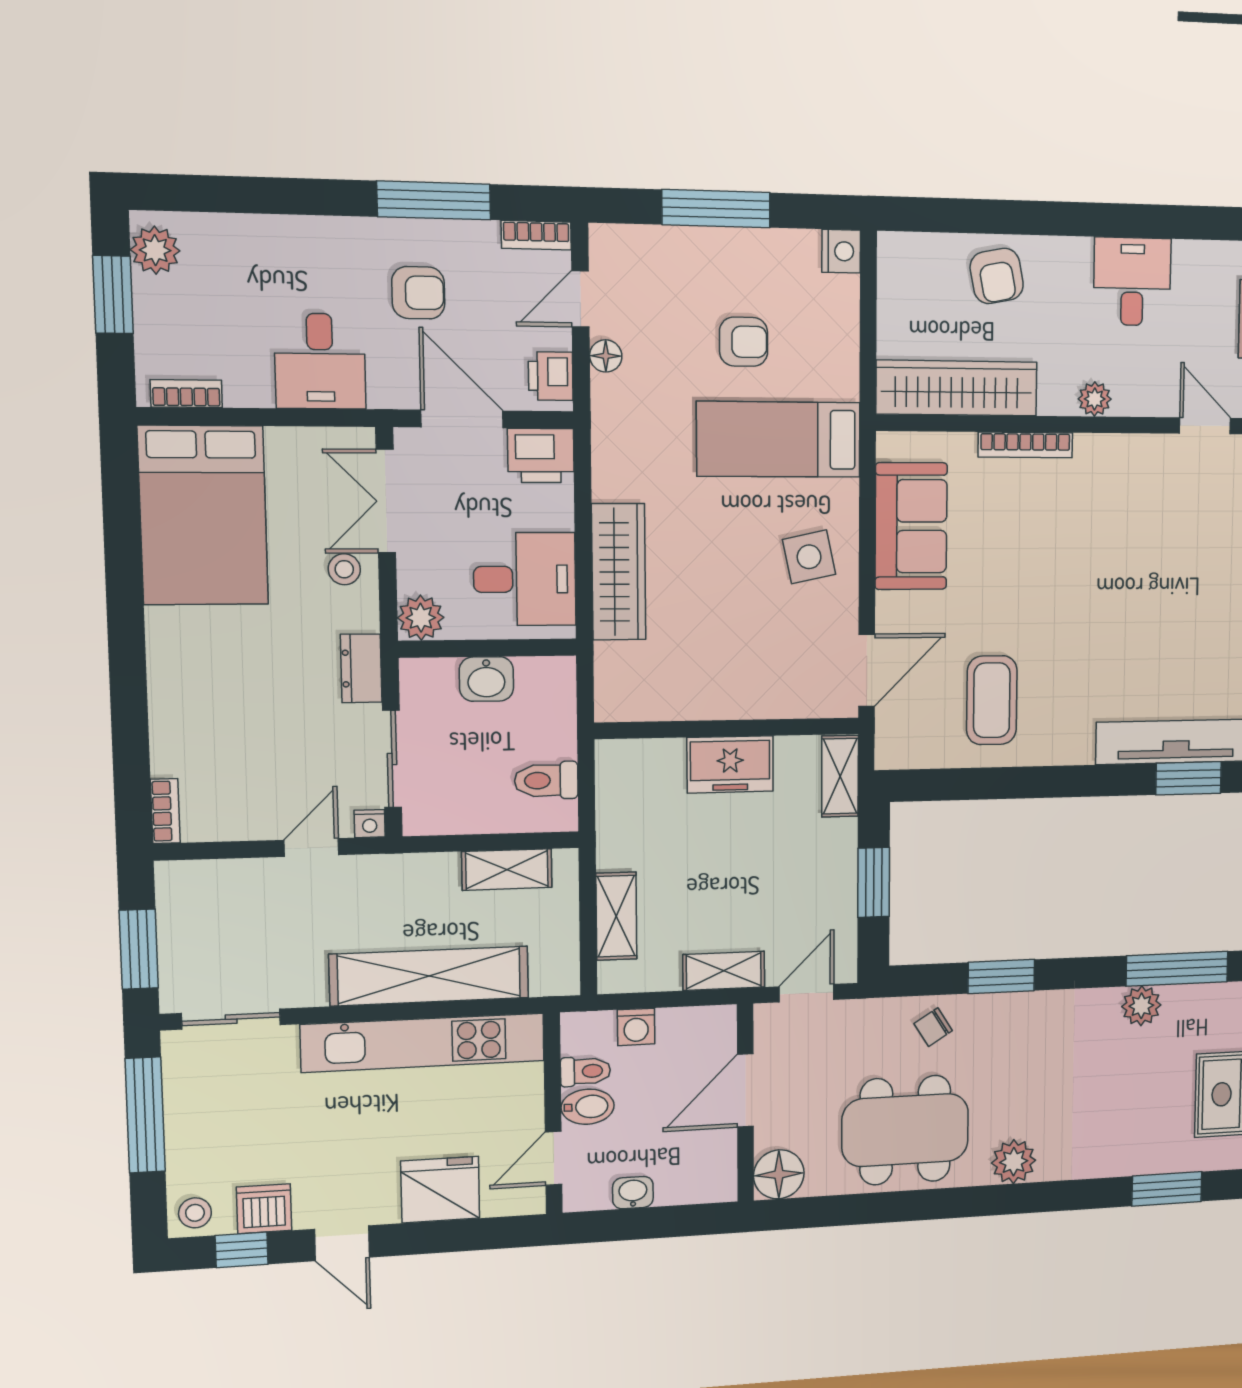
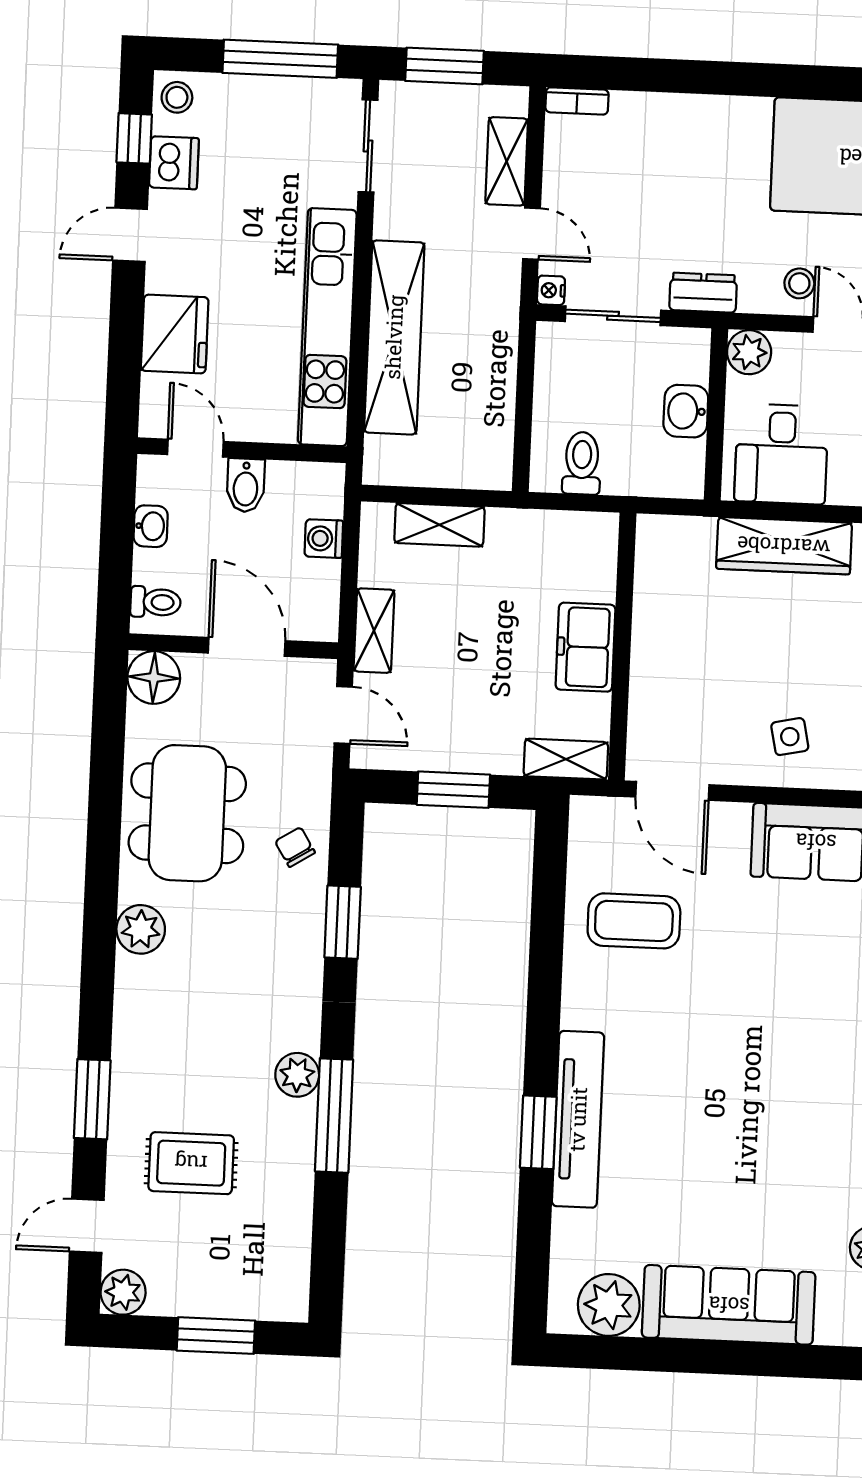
side table: (809, 557) -> (790, 737), width x0.73, depth x0.73
shelving: (507, 870) -> (507, 161), moved
toilet: (585, 1071) -> (156, 602), moved, turned -90

